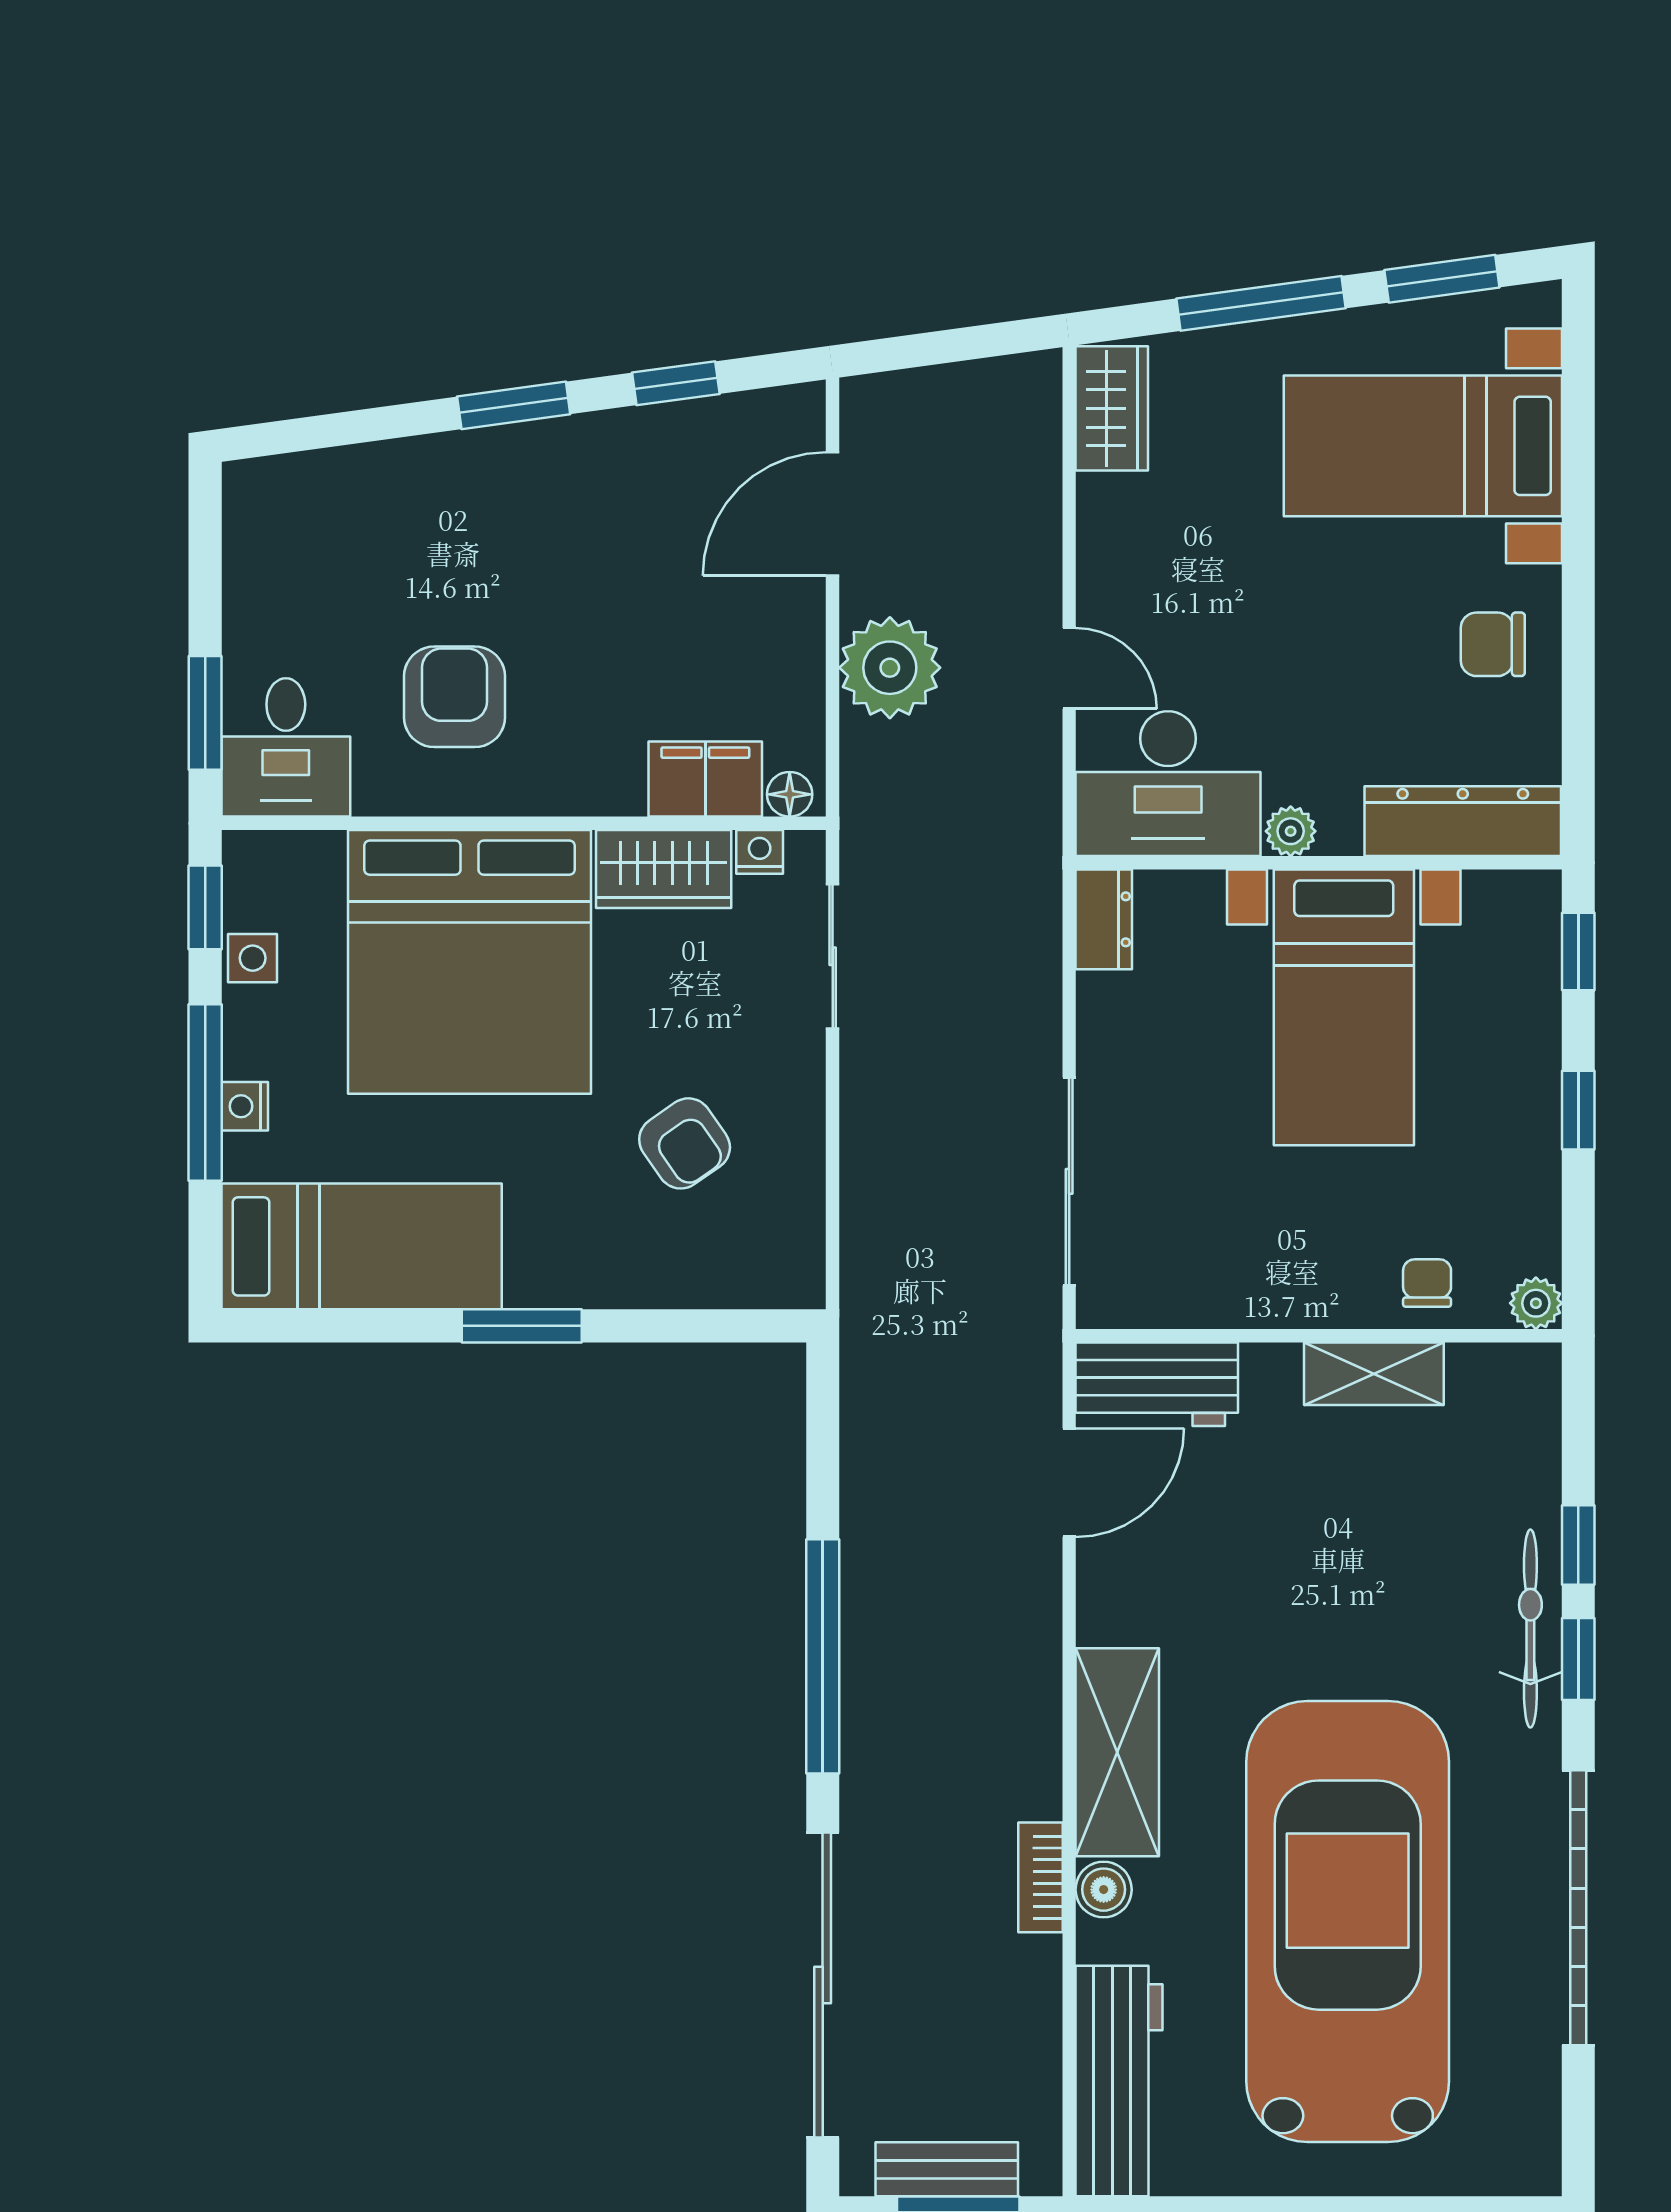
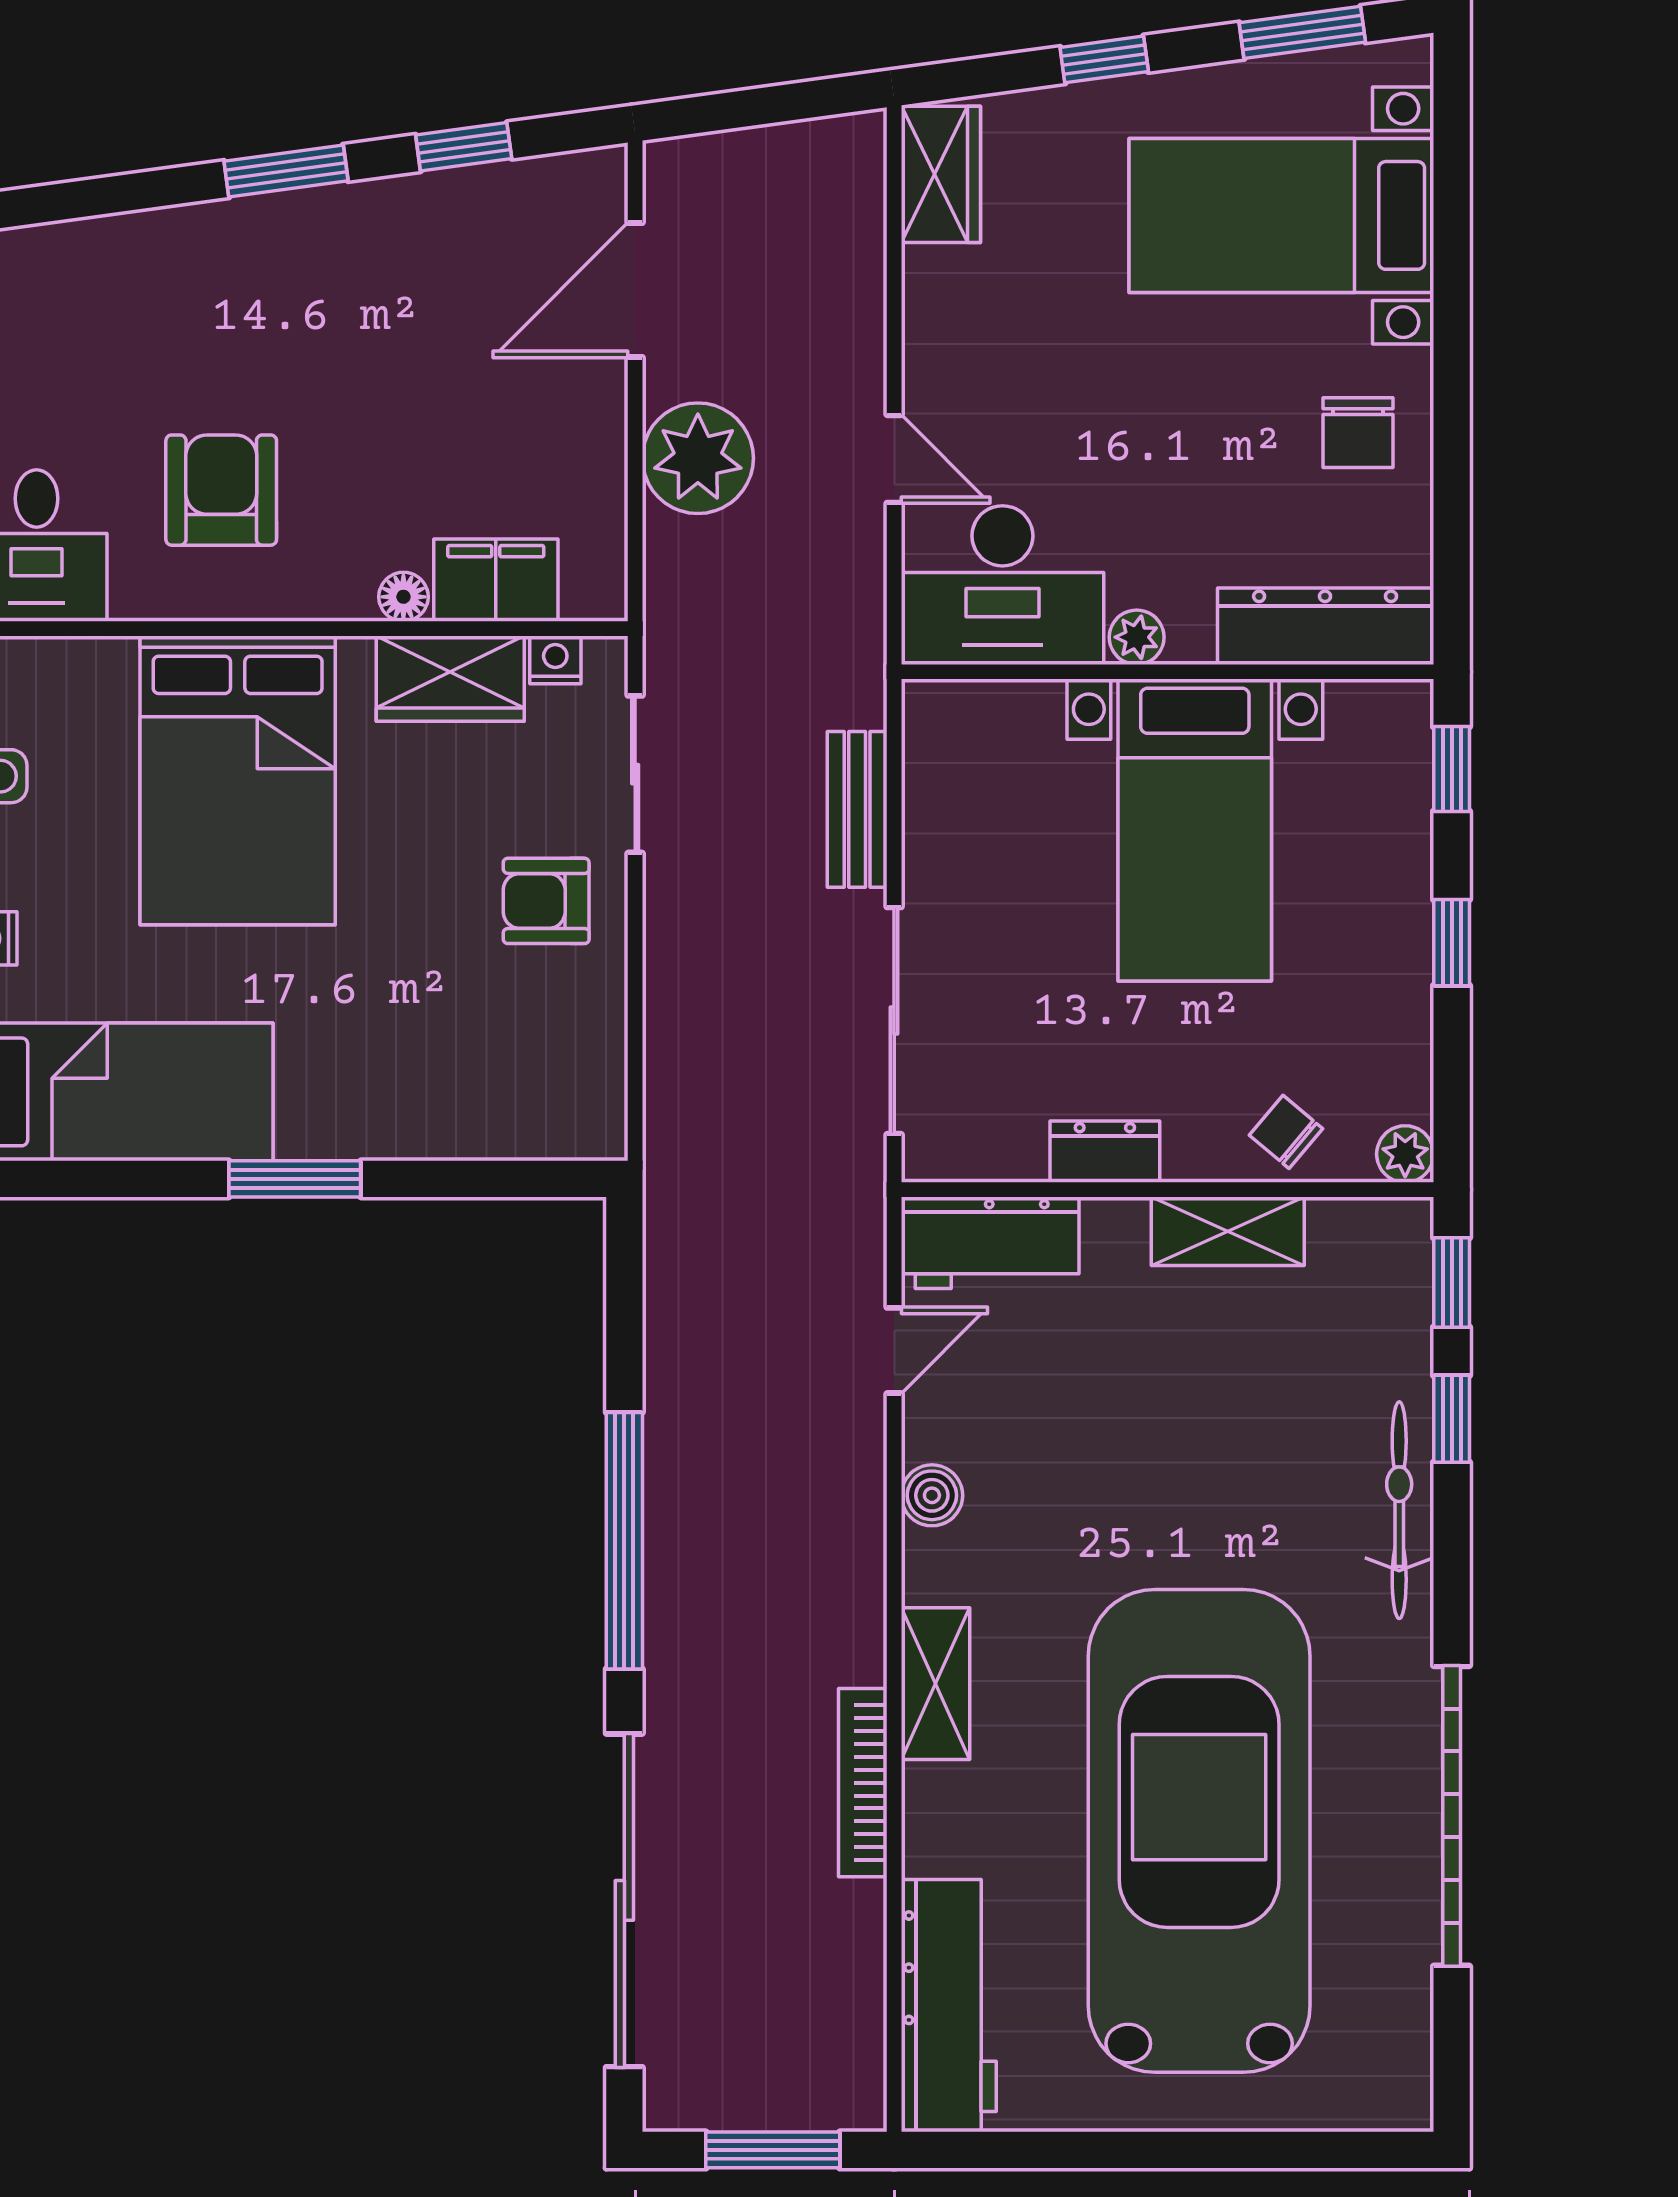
window: (1261, 303) -> (1104, 59), width x0.46
chair: (1493, 644) -> (1358, 433), turned -90
floor lamp: (790, 794) -> (403, 597), moved
dresser: (1104, 919) -> (1105, 1152), moved, turned -90
bed: (469, 962) -> (238, 780), width x0.73
armchair: (685, 1143) -> (546, 901), moved, turned 125
chair: (1427, 1283) -> (1286, 1132), turned -50
door: (1069, 1483) -> (894, 1350), width x0.73
window: (1578, 1659) -> (1452, 1282), moved
shelving: (1117, 1752) -> (935, 1684), width x0.67, depth x0.75
bookcase: (1041, 1877) -> (863, 1783), width x1.56
boiler: (1104, 1890) -> (932, 1495), moved
bench: (947, 2169) -> (857, 809), moved, turned 90

